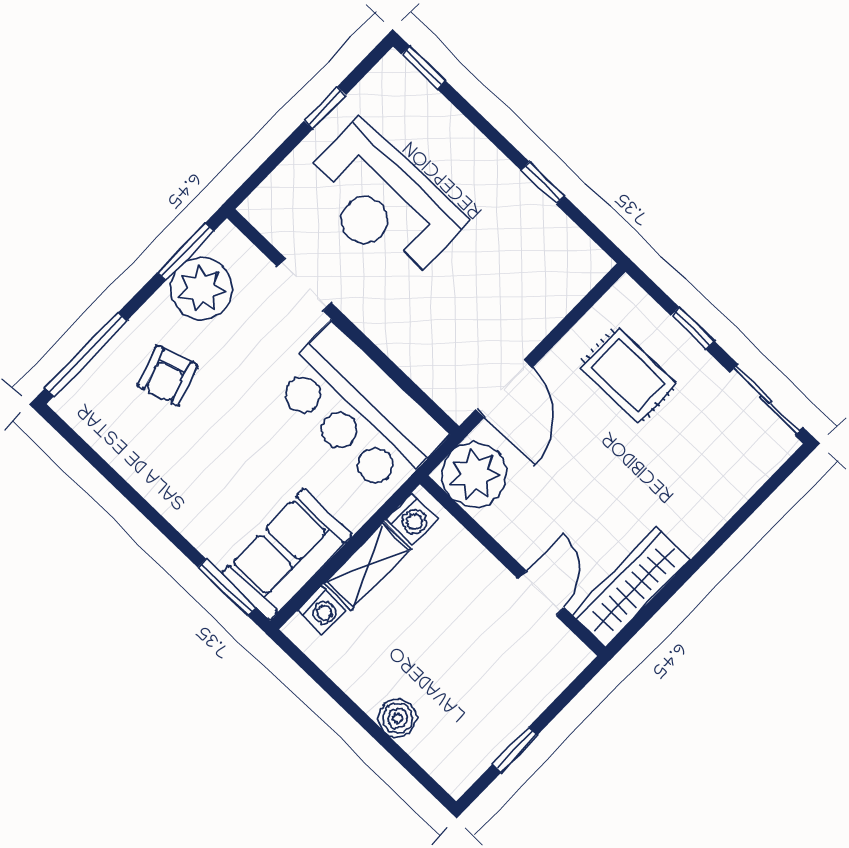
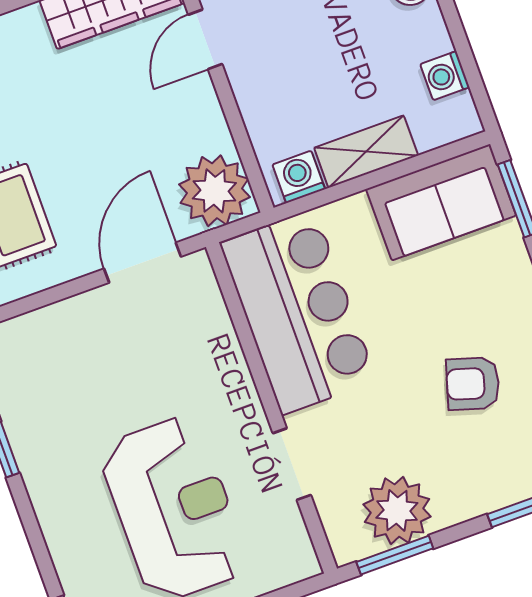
armchair: (168, 376) -> (473, 384), moved, turned -145
washing machine: (322, 610) -> (445, 76), moved, turned -90

